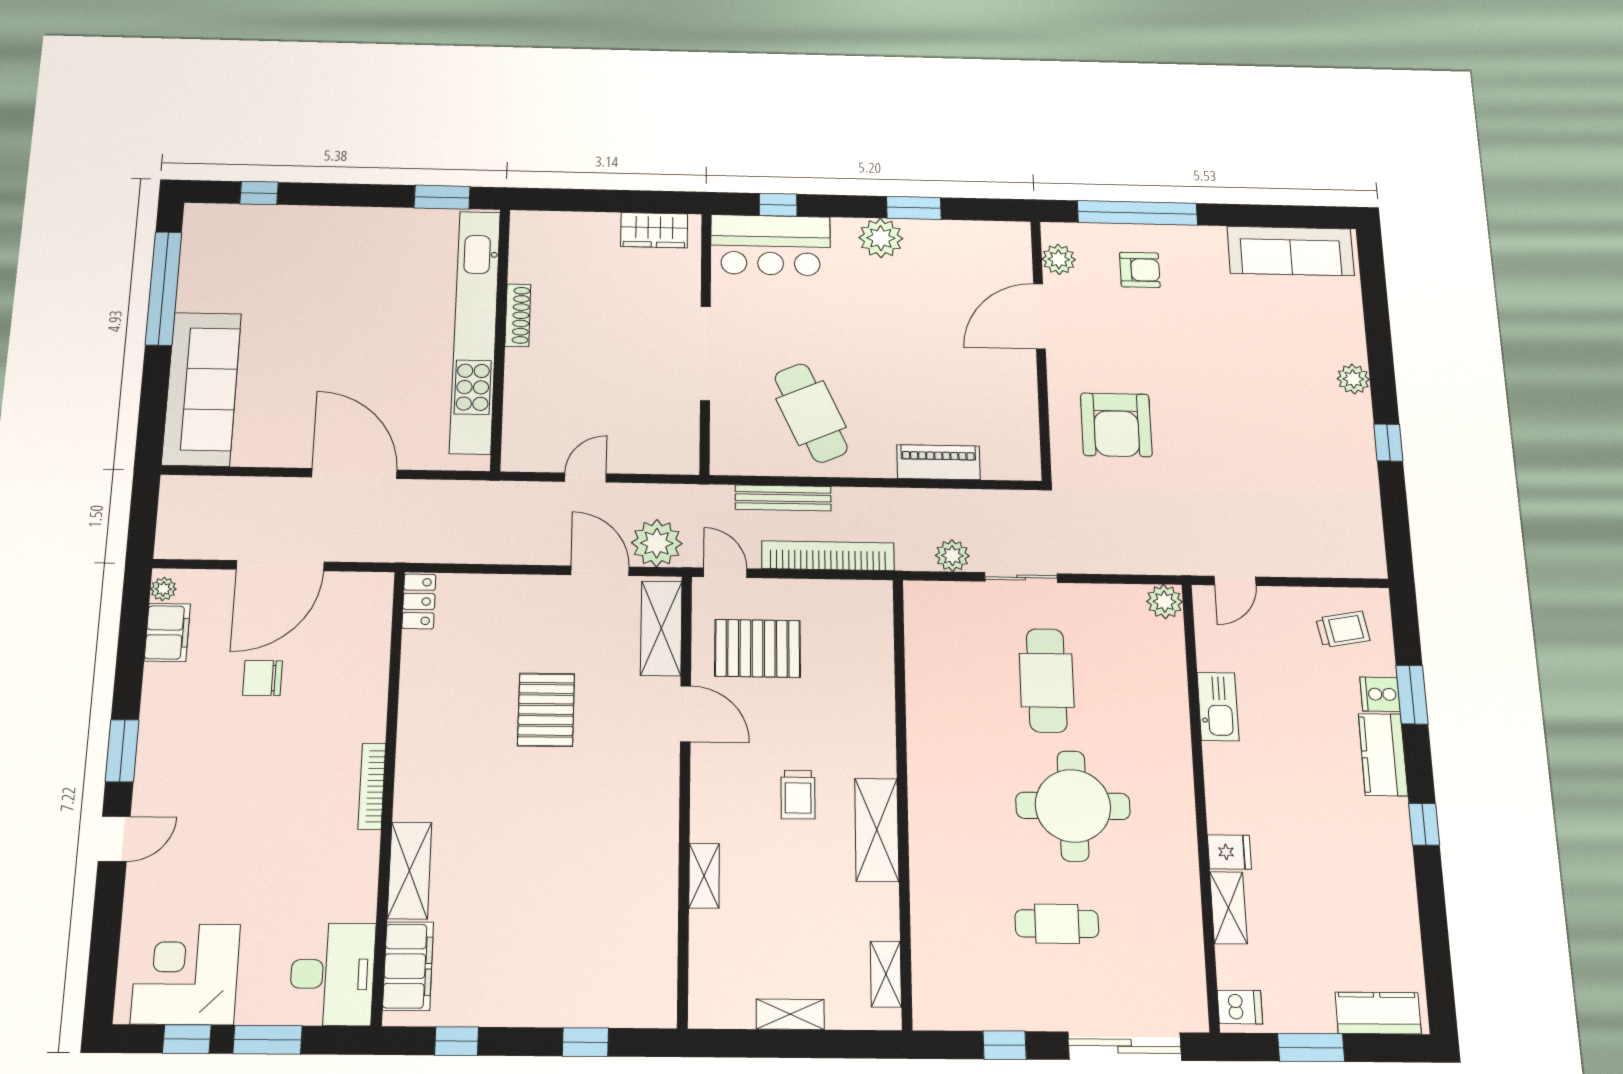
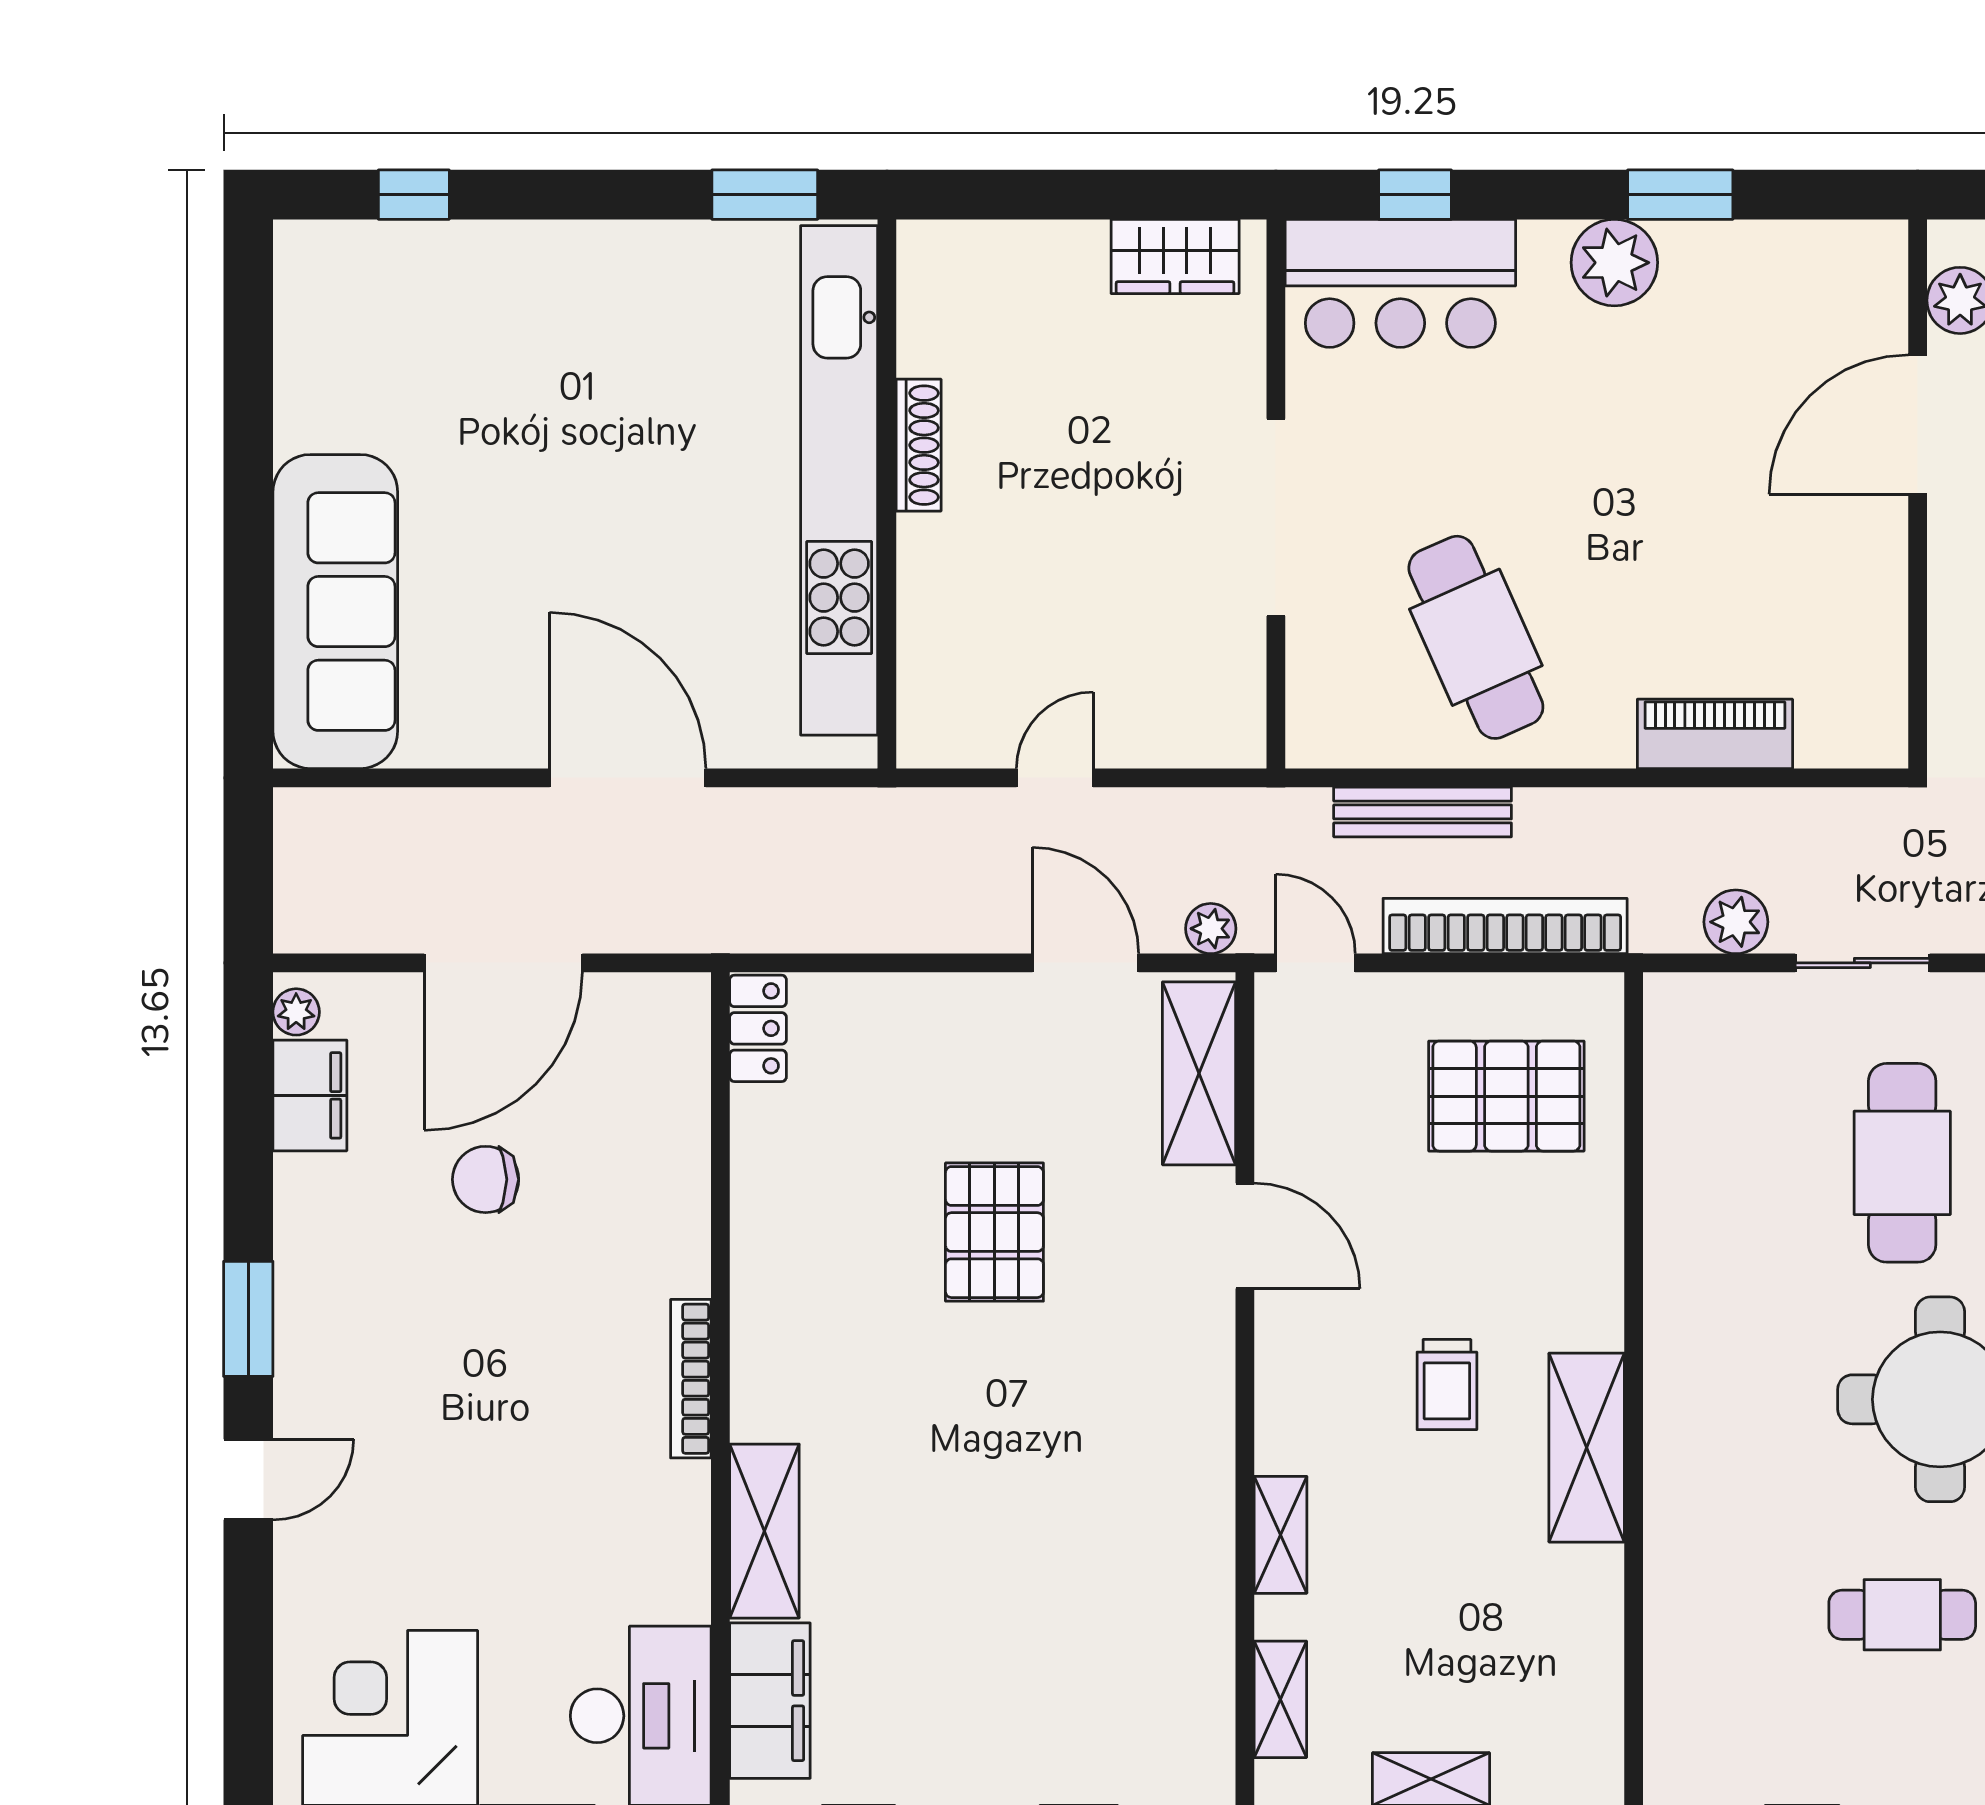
window: (164, 288) -> (248, 404), removed
plant: (657, 543) -> (1211, 929), width x0.53, depth x0.53
pallet: (758, 648) -> (1506, 1096), moved
shelving: (886, 974) -> (1280, 1699), moved

